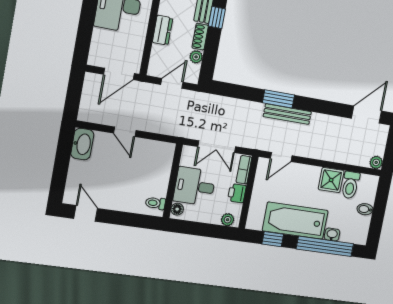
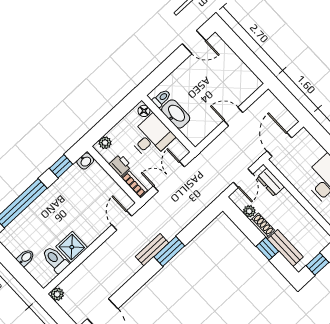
dresser: (163, 30) -> (271, 182), moved
bench: (287, 114) -> (152, 250), width x0.73
washbasin: (82, 144) -> (176, 114), moved, turned 180
bathtub: (295, 221) -> (62, 195), removed
washbasin: (332, 235) -> (85, 161), moved

